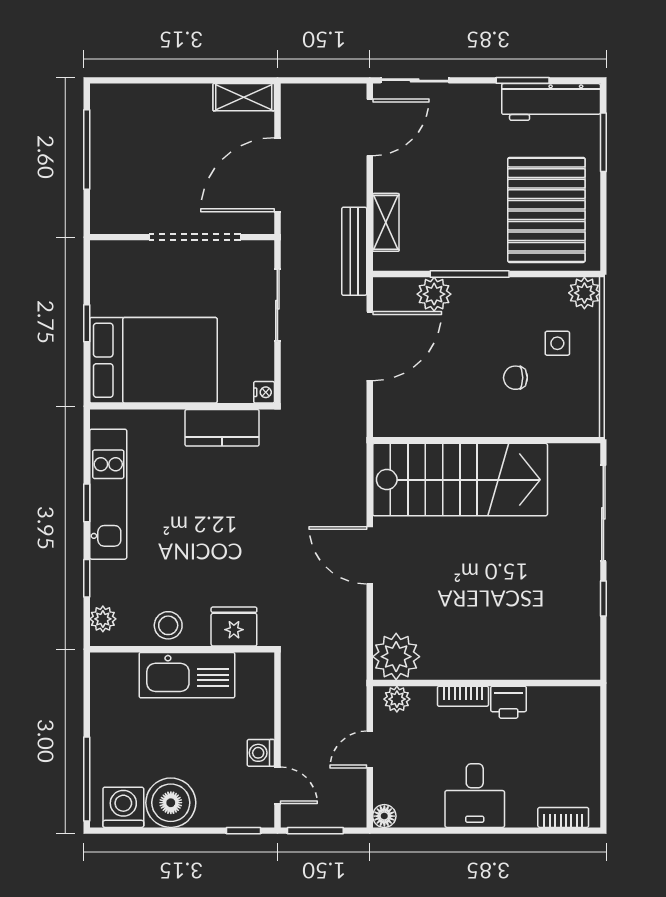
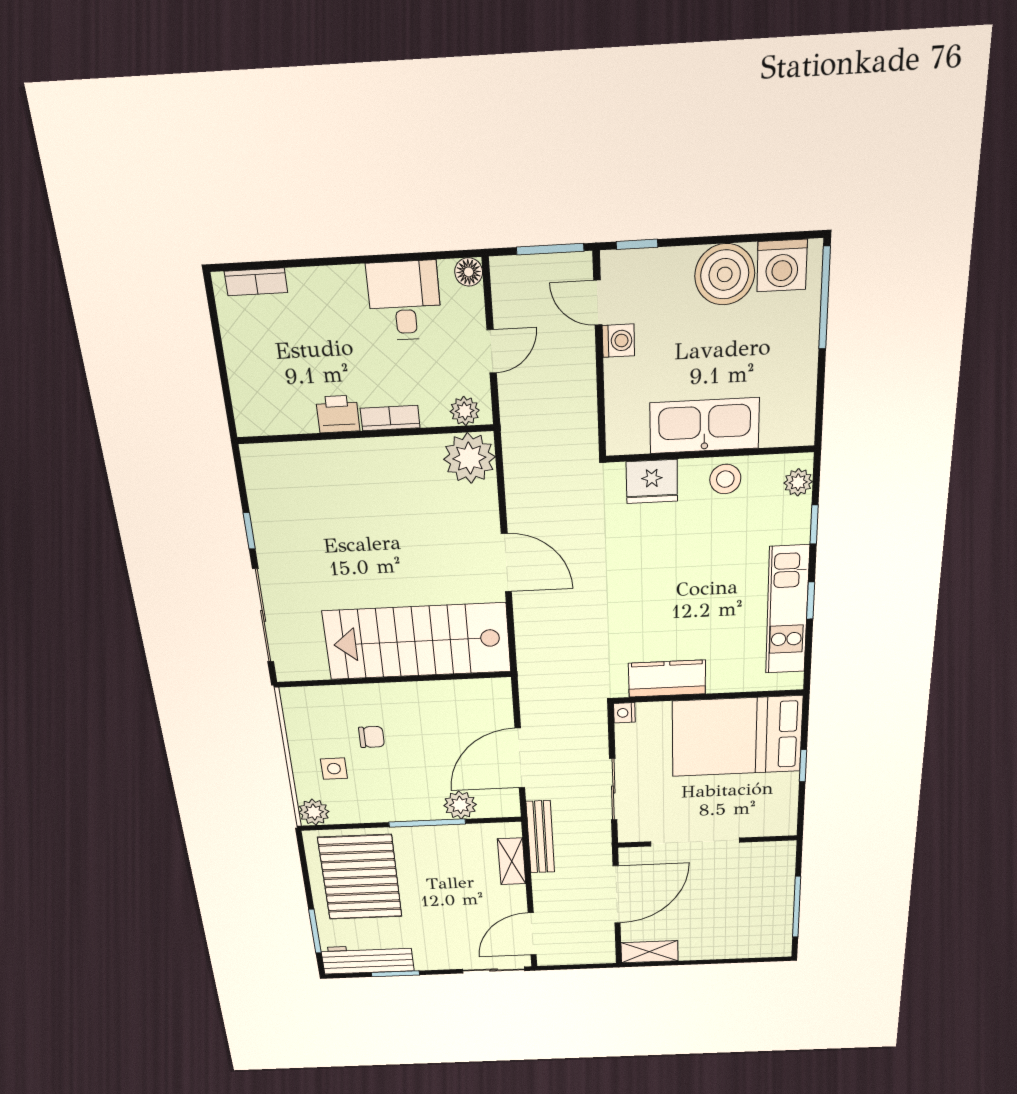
desk: (475, 796) -> (404, 301), moved

